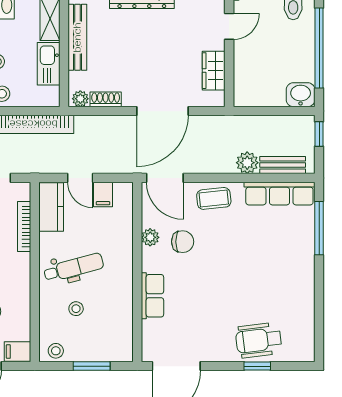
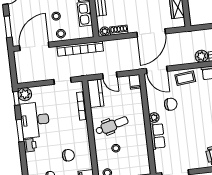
filing cabinet: (103, 195) -> (135, 82), moved
plant: (150, 237) -> (154, 118), moved

